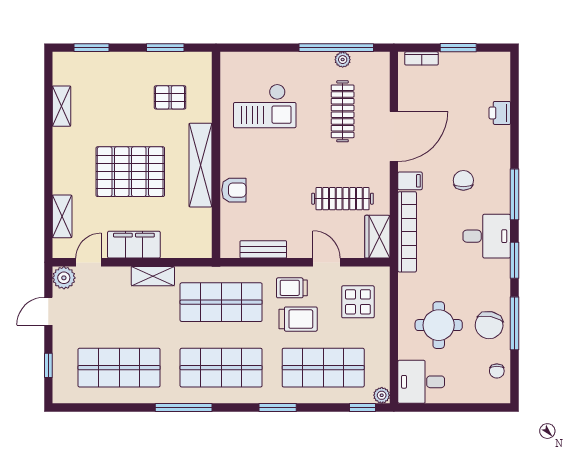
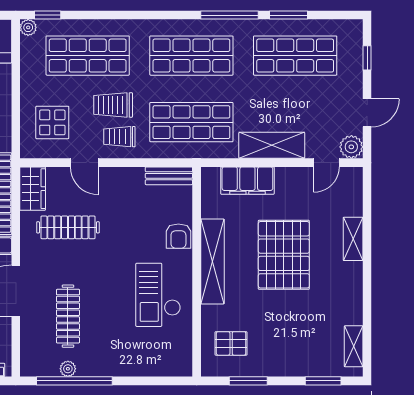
pallet: (170, 97) -> (231, 343), moved
shelving: (62, 106) -> (354, 346), moved
checkout: (265, 106) -> (158, 295), moved, turned -90
pallet: (130, 172) -> (284, 255), turned 90
armchair: (234, 190) -> (178, 236), turned -90
shelving: (62, 216) -> (353, 239), moved
filing cabinet: (134, 245) -> (247, 181), moved
bench: (263, 249) -> (169, 176), moved
shelving: (153, 276) -> (272, 145), width x1.50, depth x1.33
trolley: (292, 288) -> (119, 137), turned 180
window: (278, 407) -> (288, 15), moved

